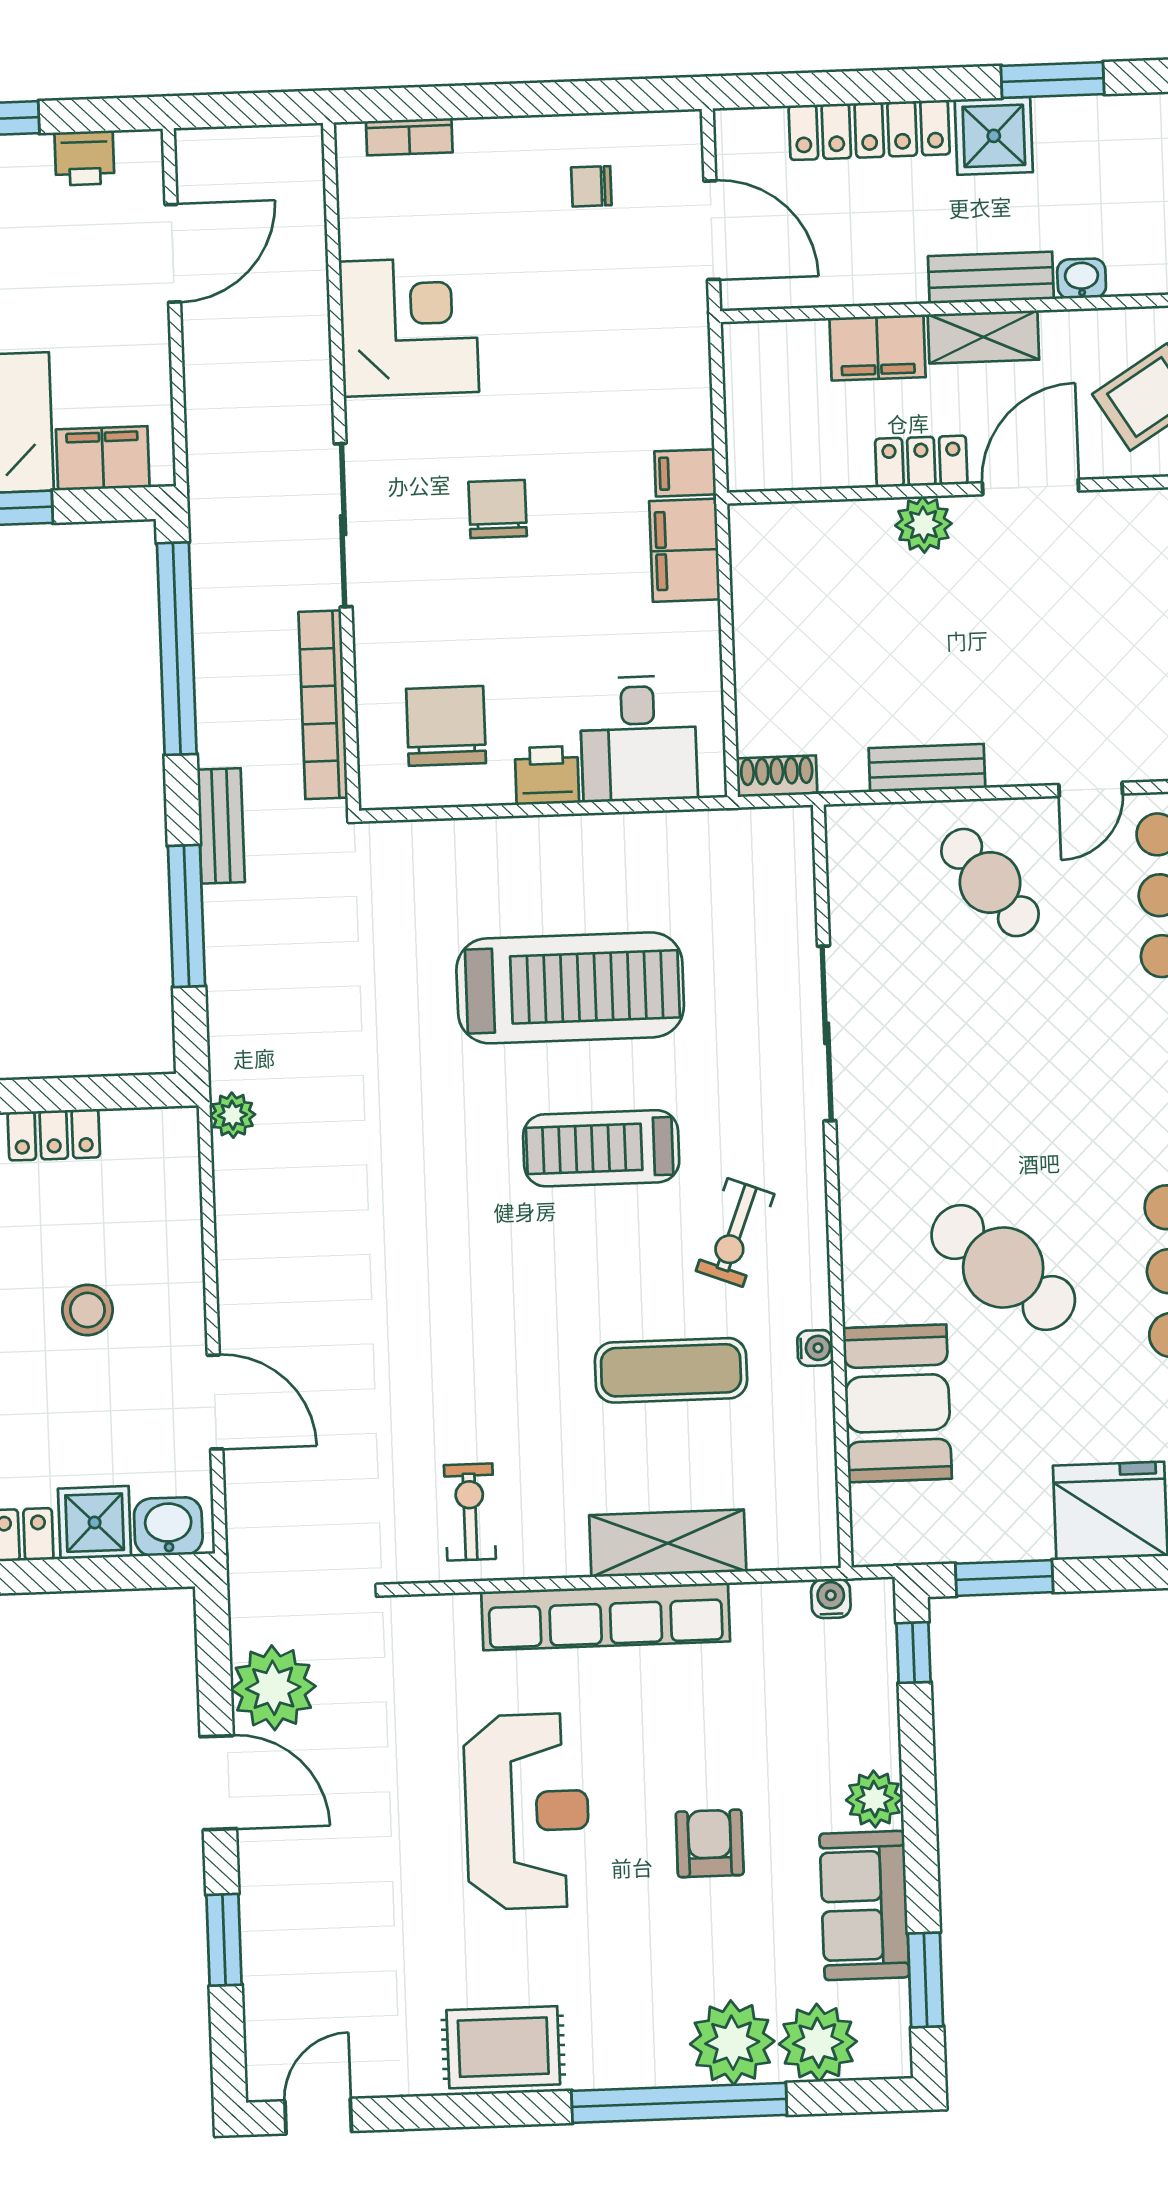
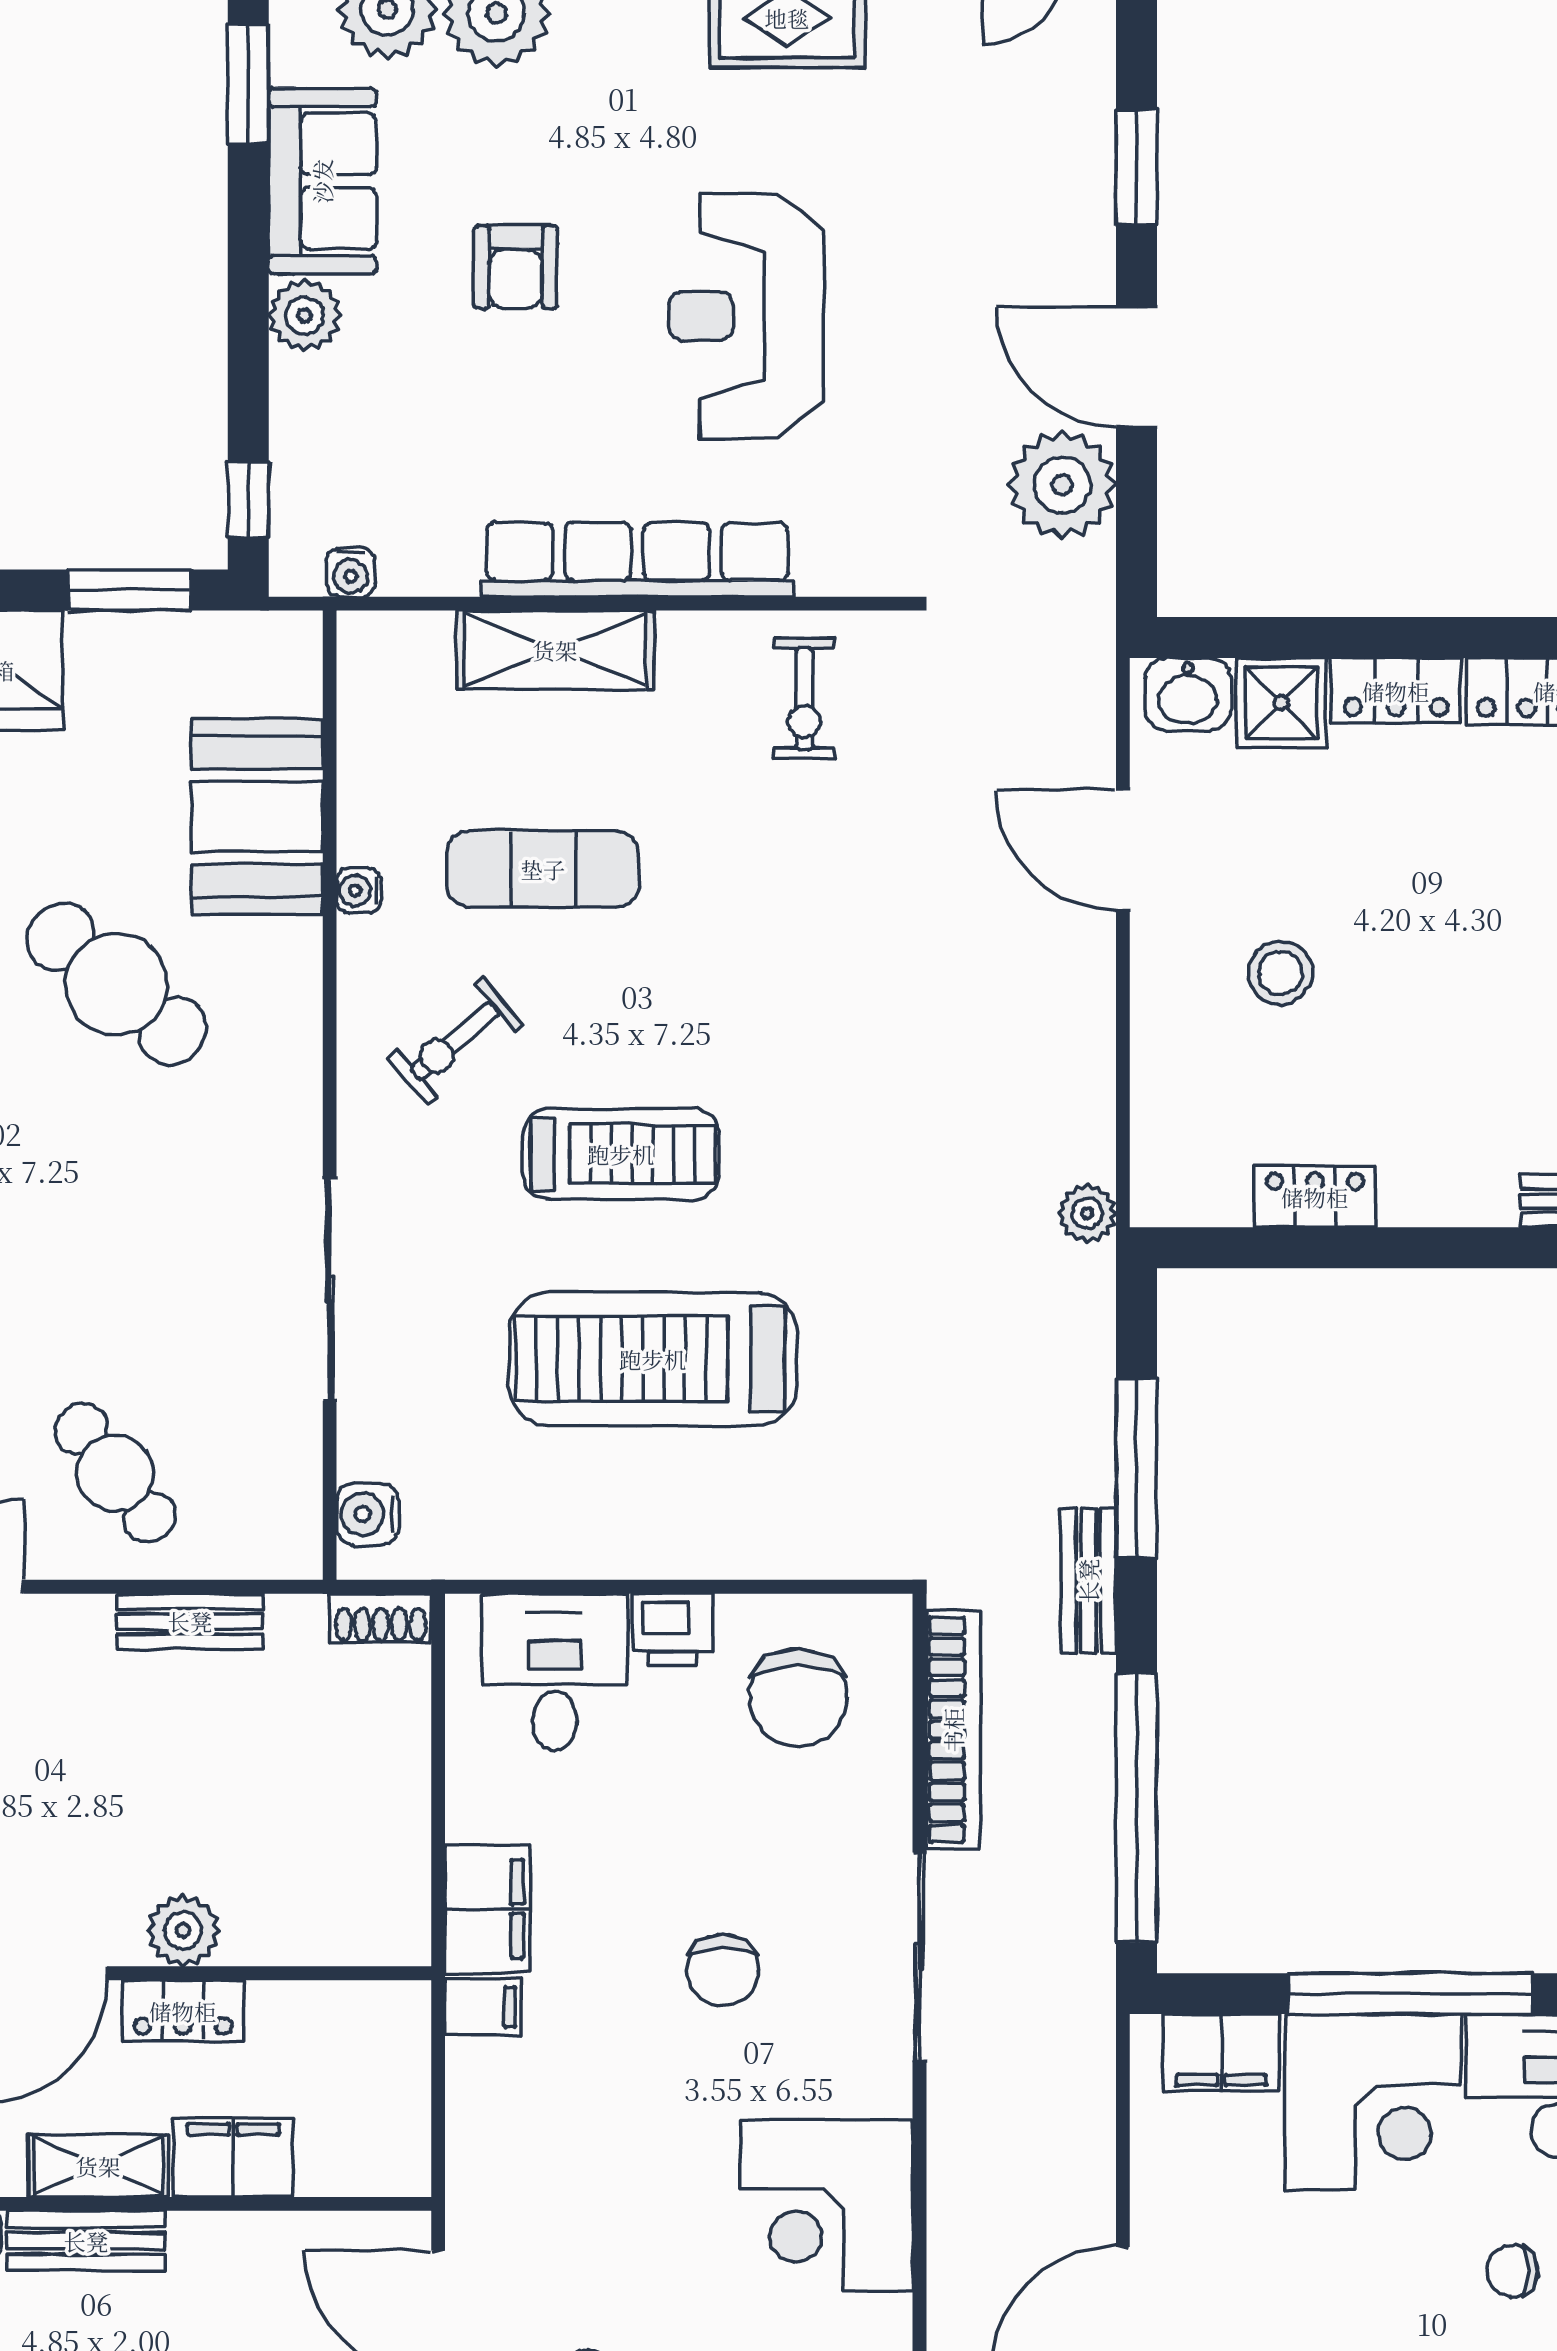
water cooler: (790, 858) -> (368, 1514), added
exercise bike: (735, 1232) -> (455, 1041), turned -151

